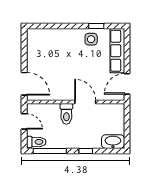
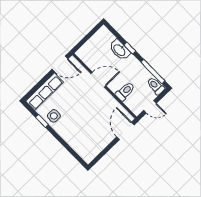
door: (85, 102) -> (98, 80), swing flipped
toilet: (66, 114) -> (125, 91), moved
door: (24, 121) -> (150, 107), swing flipped
washbasin: (113, 142) -> (120, 50), moved

